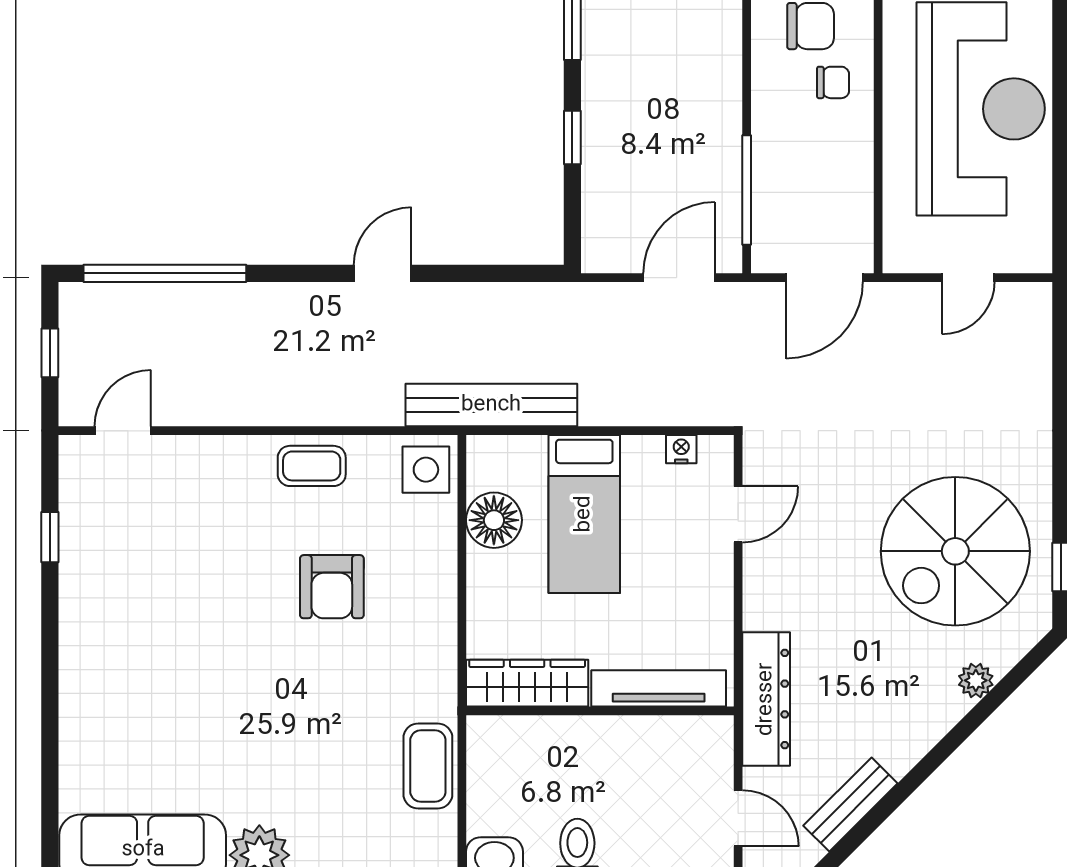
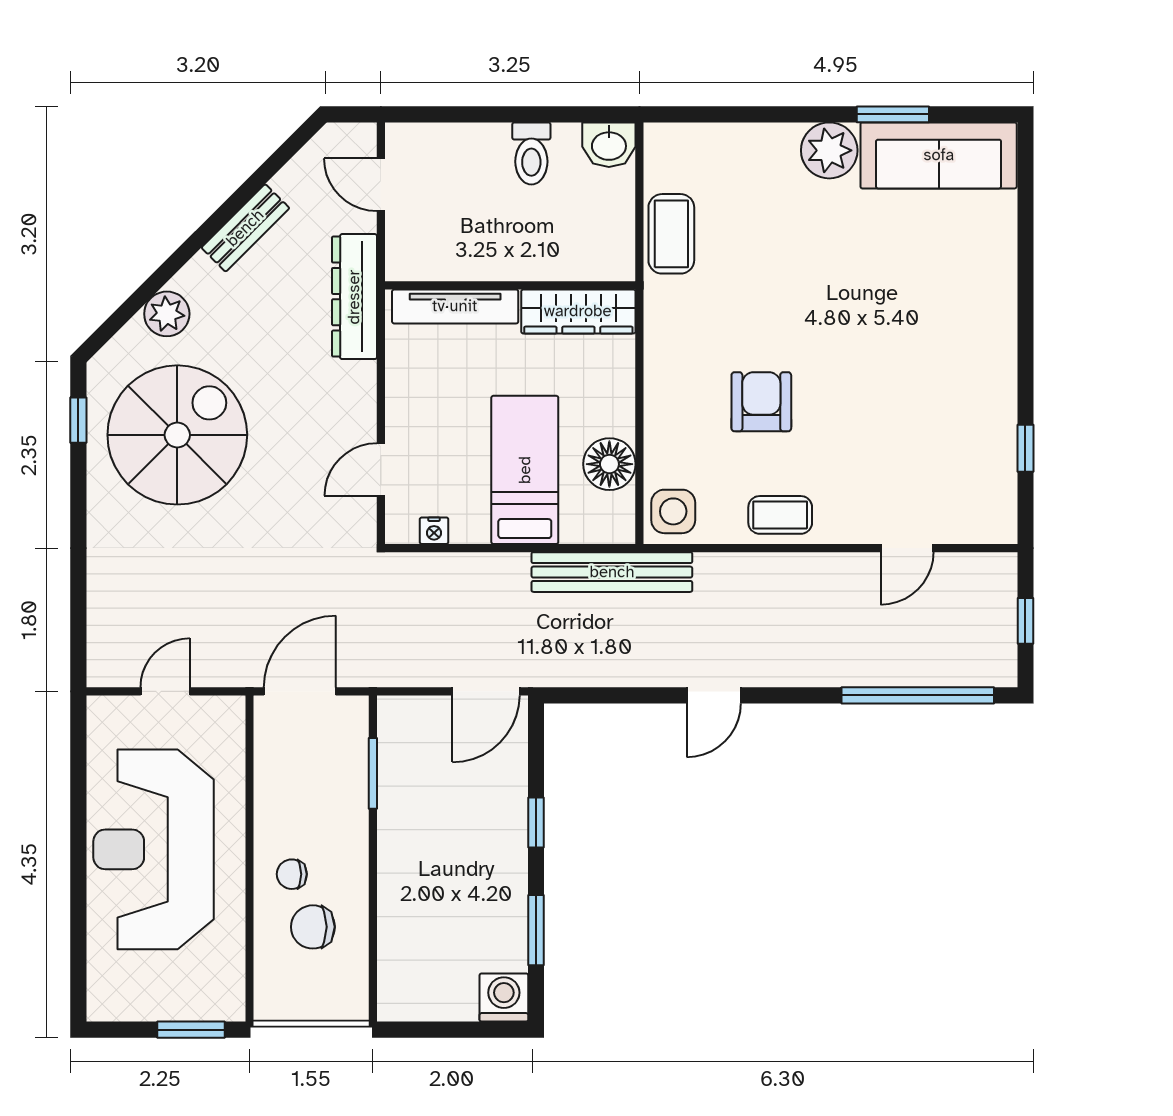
window: (747, 190) -> (373, 773), width x0.69
door: (679, 278) -> (486, 691), moved
door: (123, 431) -> (907, 548), moved
plant: (976, 680) -> (167, 314), width x1.38, depth x1.38
bench: (850, 804) -> (245, 228), moved

